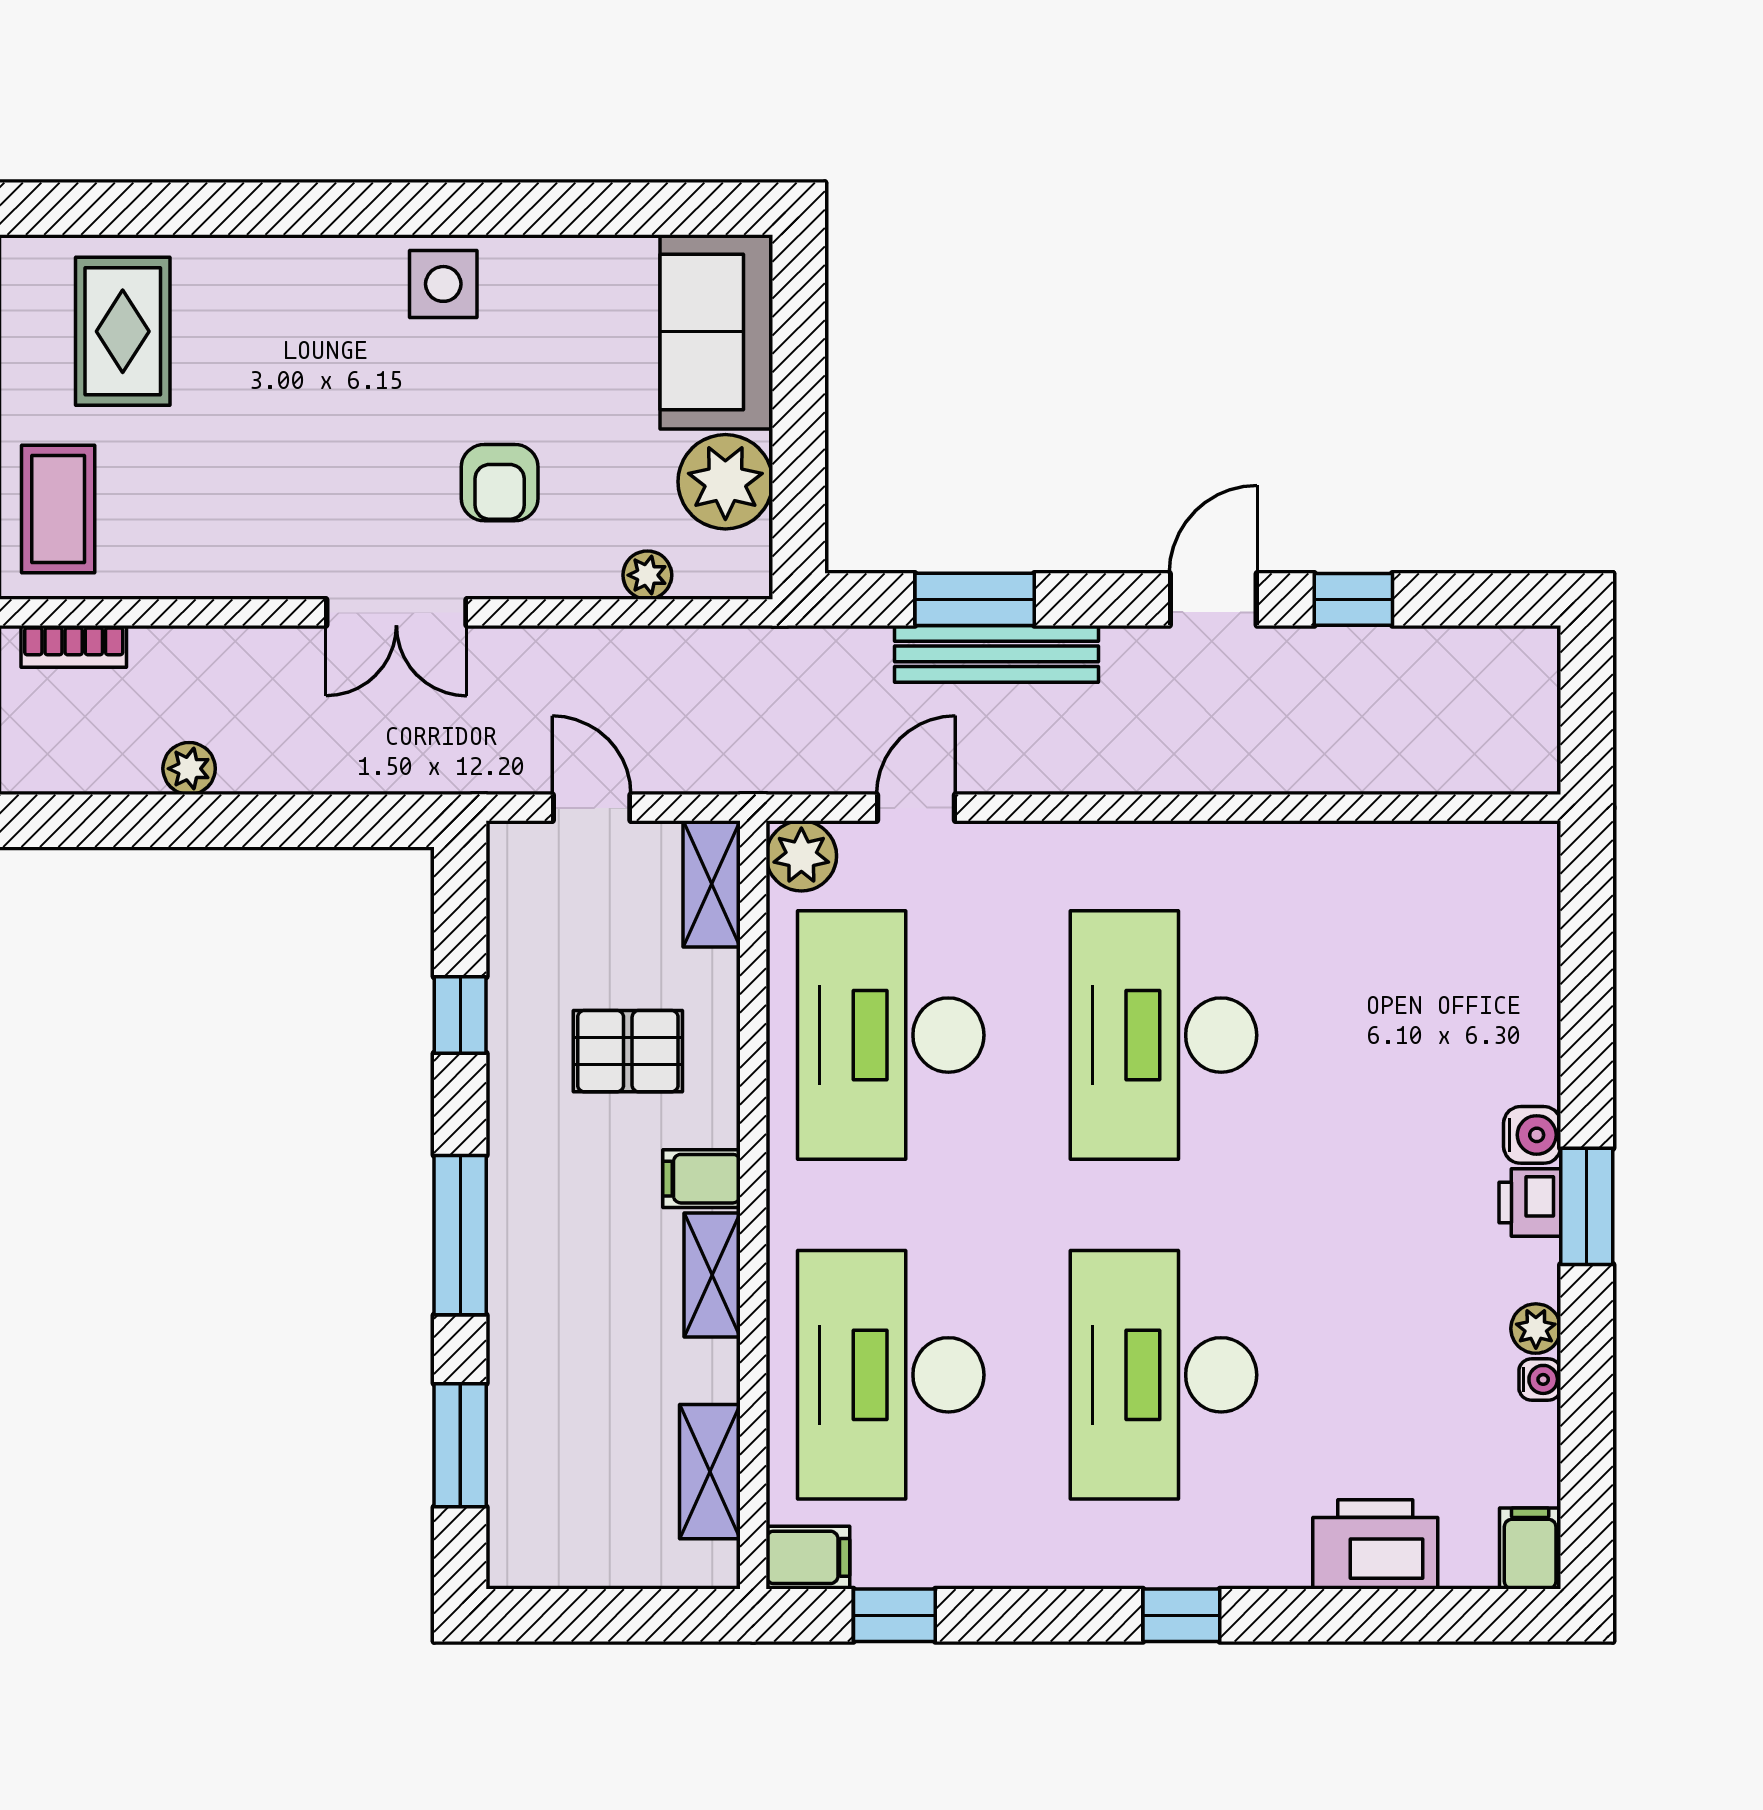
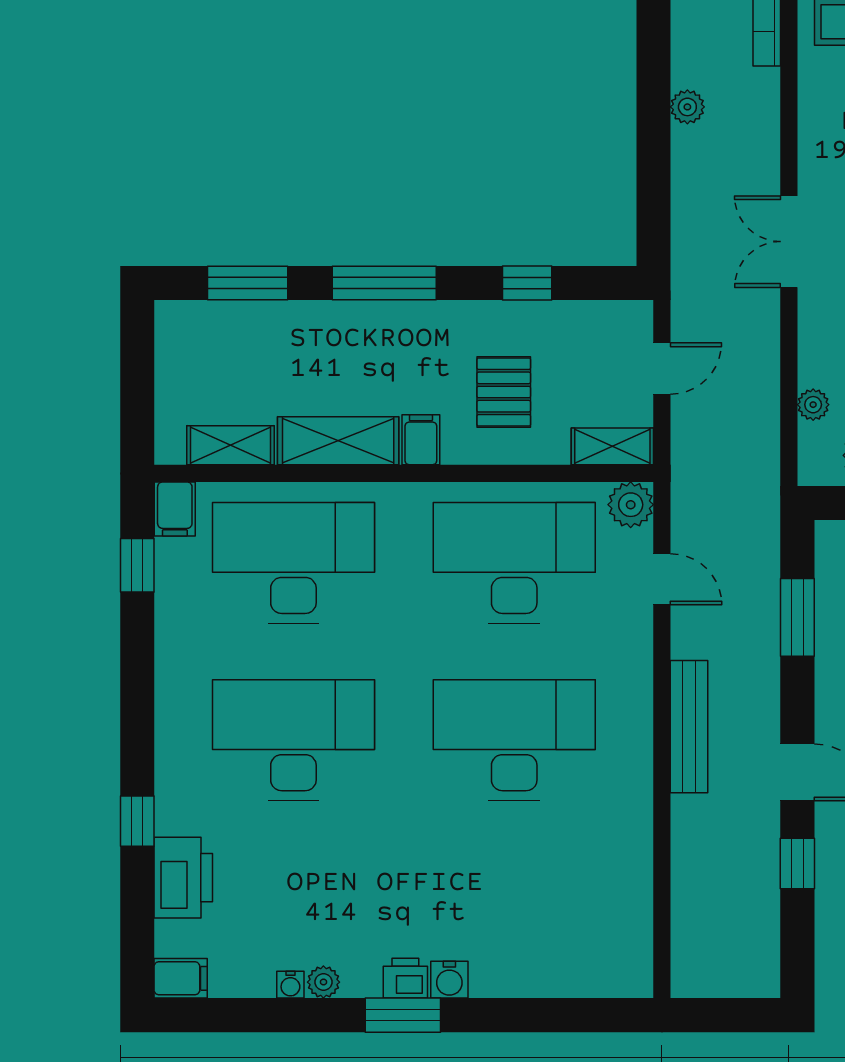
bench: (996, 654) -> (689, 727), moved
shelving: (712, 1275) -> (338, 441), width x1.50, depth x1.33
window: (1181, 1615) -> (137, 821), moved

